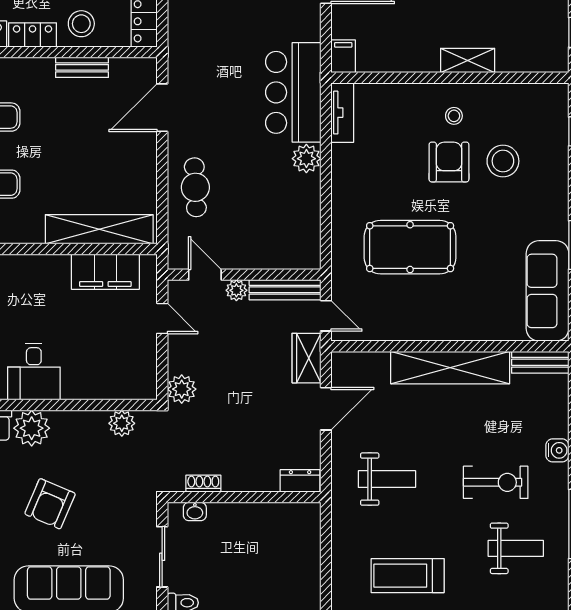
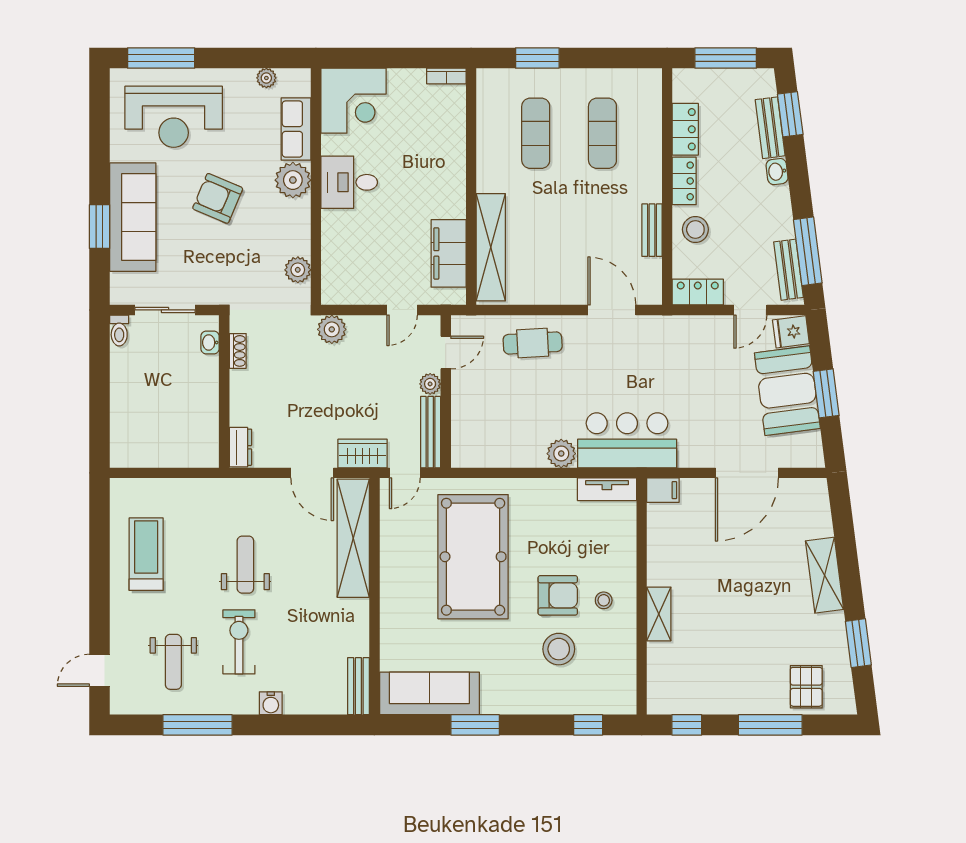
pool table: (410, 247) -> (473, 557), width x1.36, depth x1.32
shelving: (450, 368) -> (353, 538), moved
weight bench: (387, 479) -> (245, 565), moved, turned 180
exercise bike: (496, 482) -> (239, 642), turned 180

